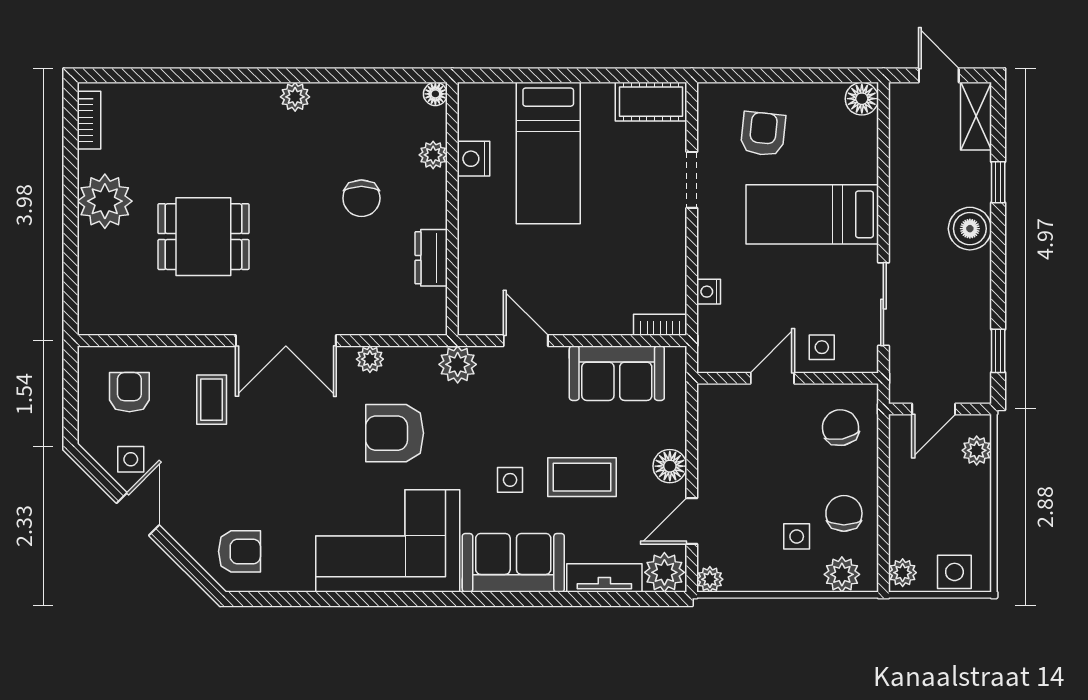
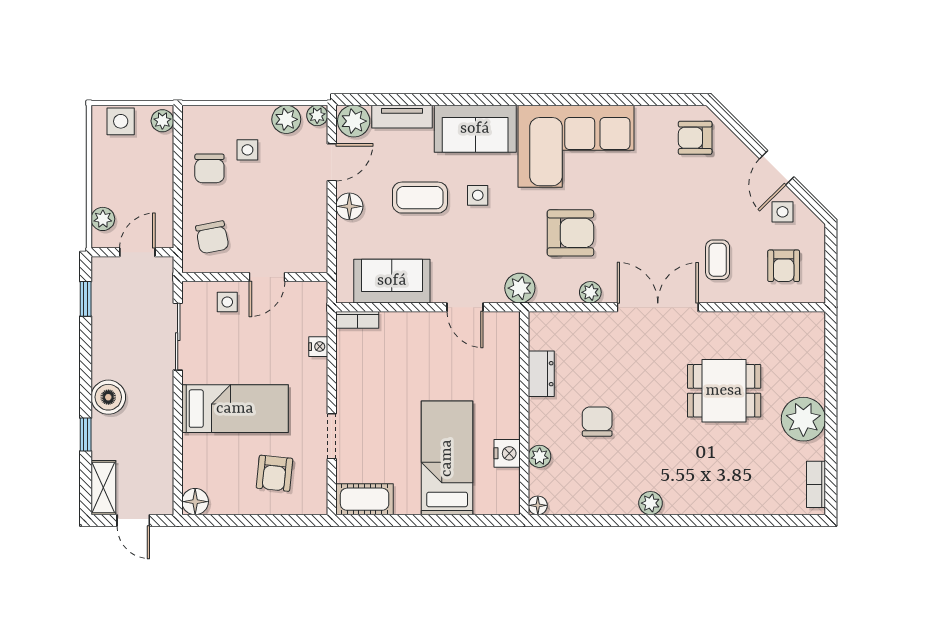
plant: (842, 574) -> (286, 119), moved

